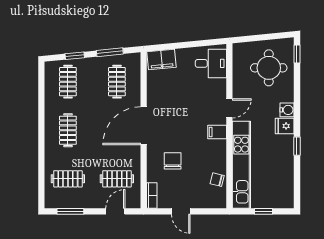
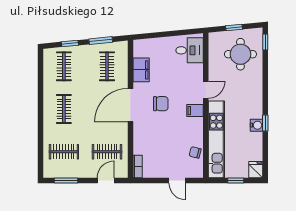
window: (261, 37) -> (234, 27), added
filing cabinet: (161, 59) -> (141, 70), moved, turned -84
water cooler: (287, 110) -> (256, 125), moved
fridge: (285, 126) -> (256, 170), moved, turned 90
chair: (173, 161) -> (161, 104), moved, turned 90
door: (181, 211) -> (177, 180), moved

